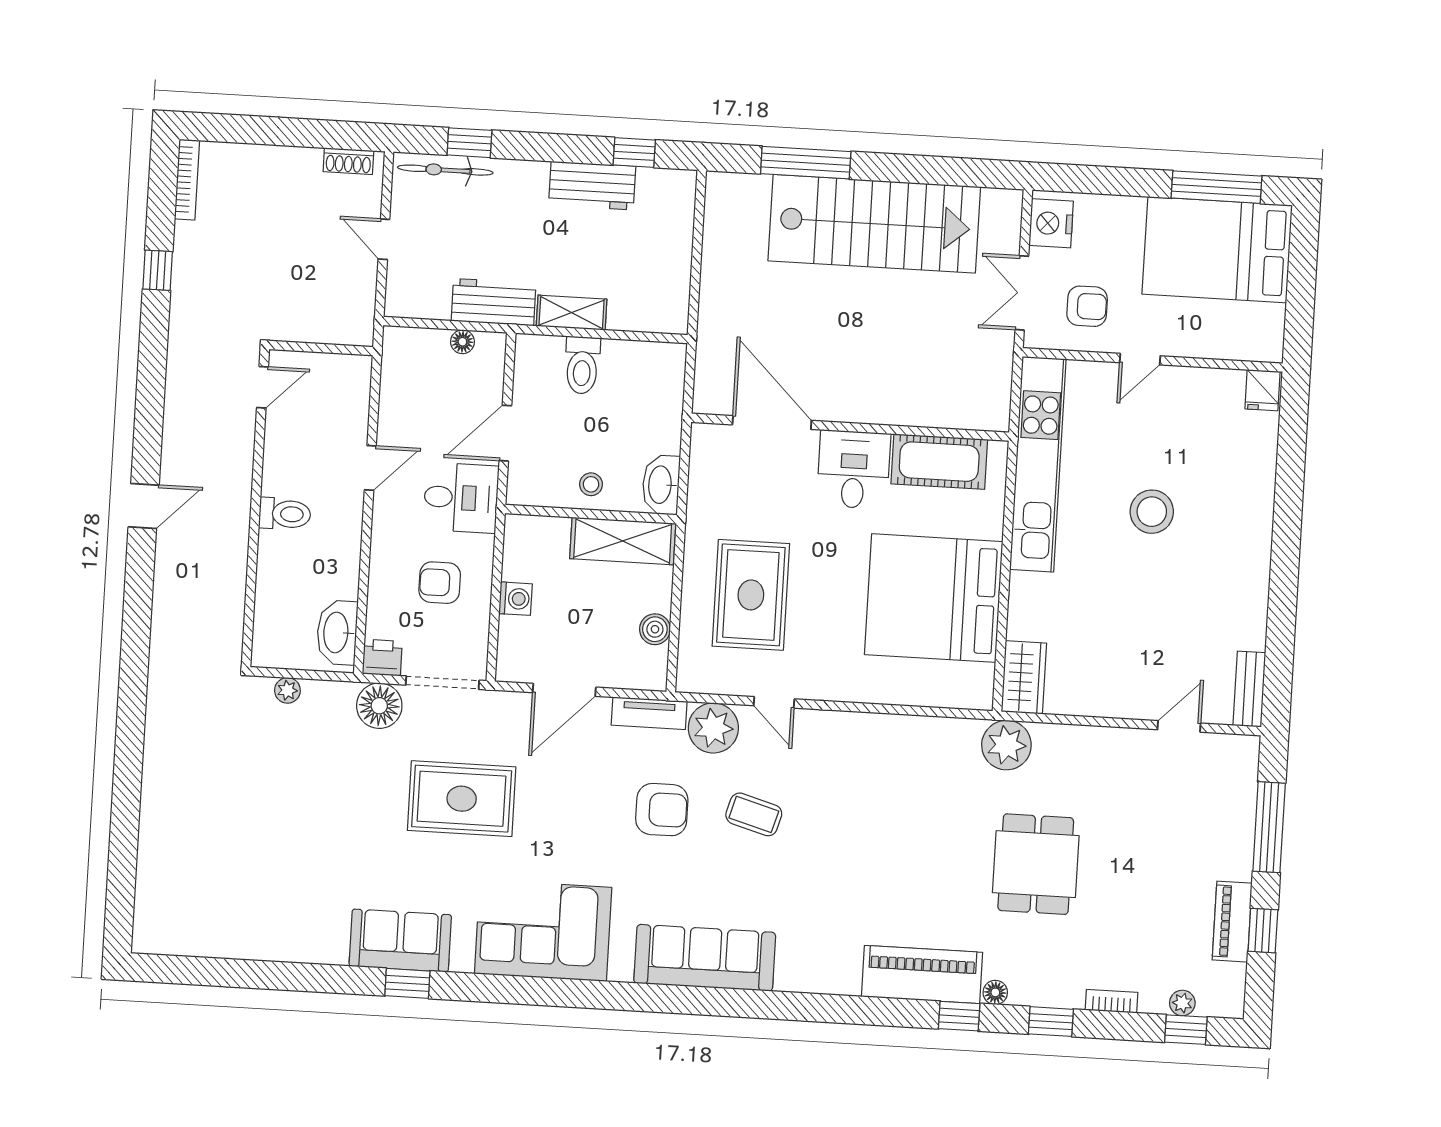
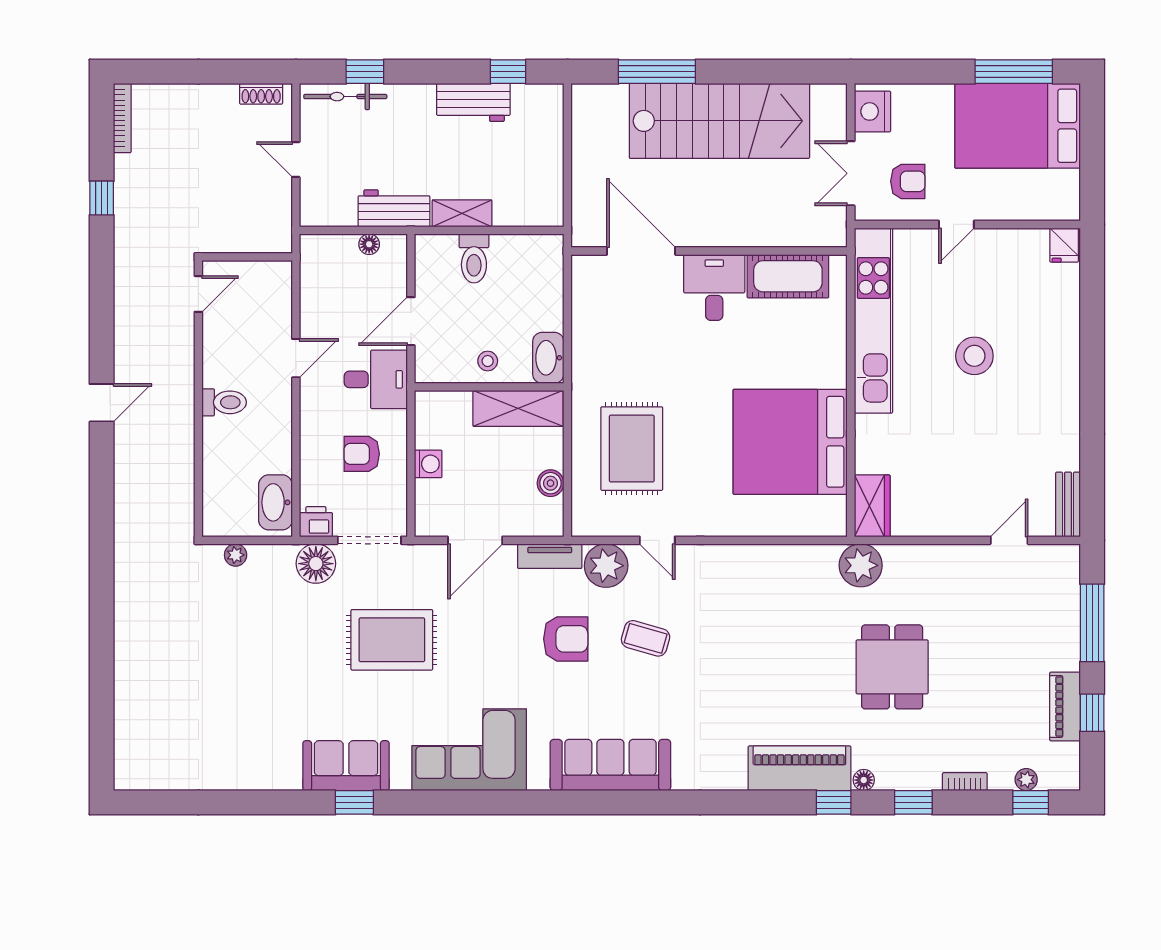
door: (772, 423) -> (641, 251), moved
wall: (850, 427) -> (709, 251), moved
cot: (939, 462) -> (788, 276), moved
desk: (854, 470) -> (714, 288), moved

